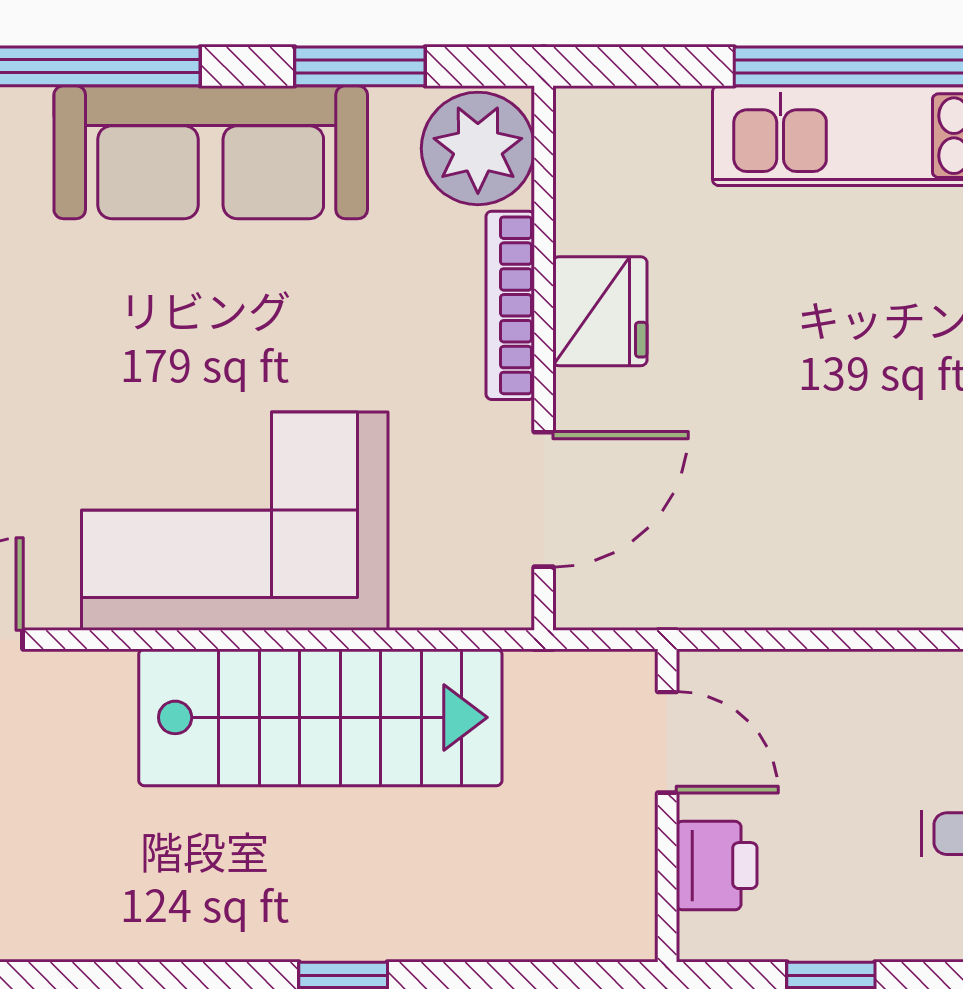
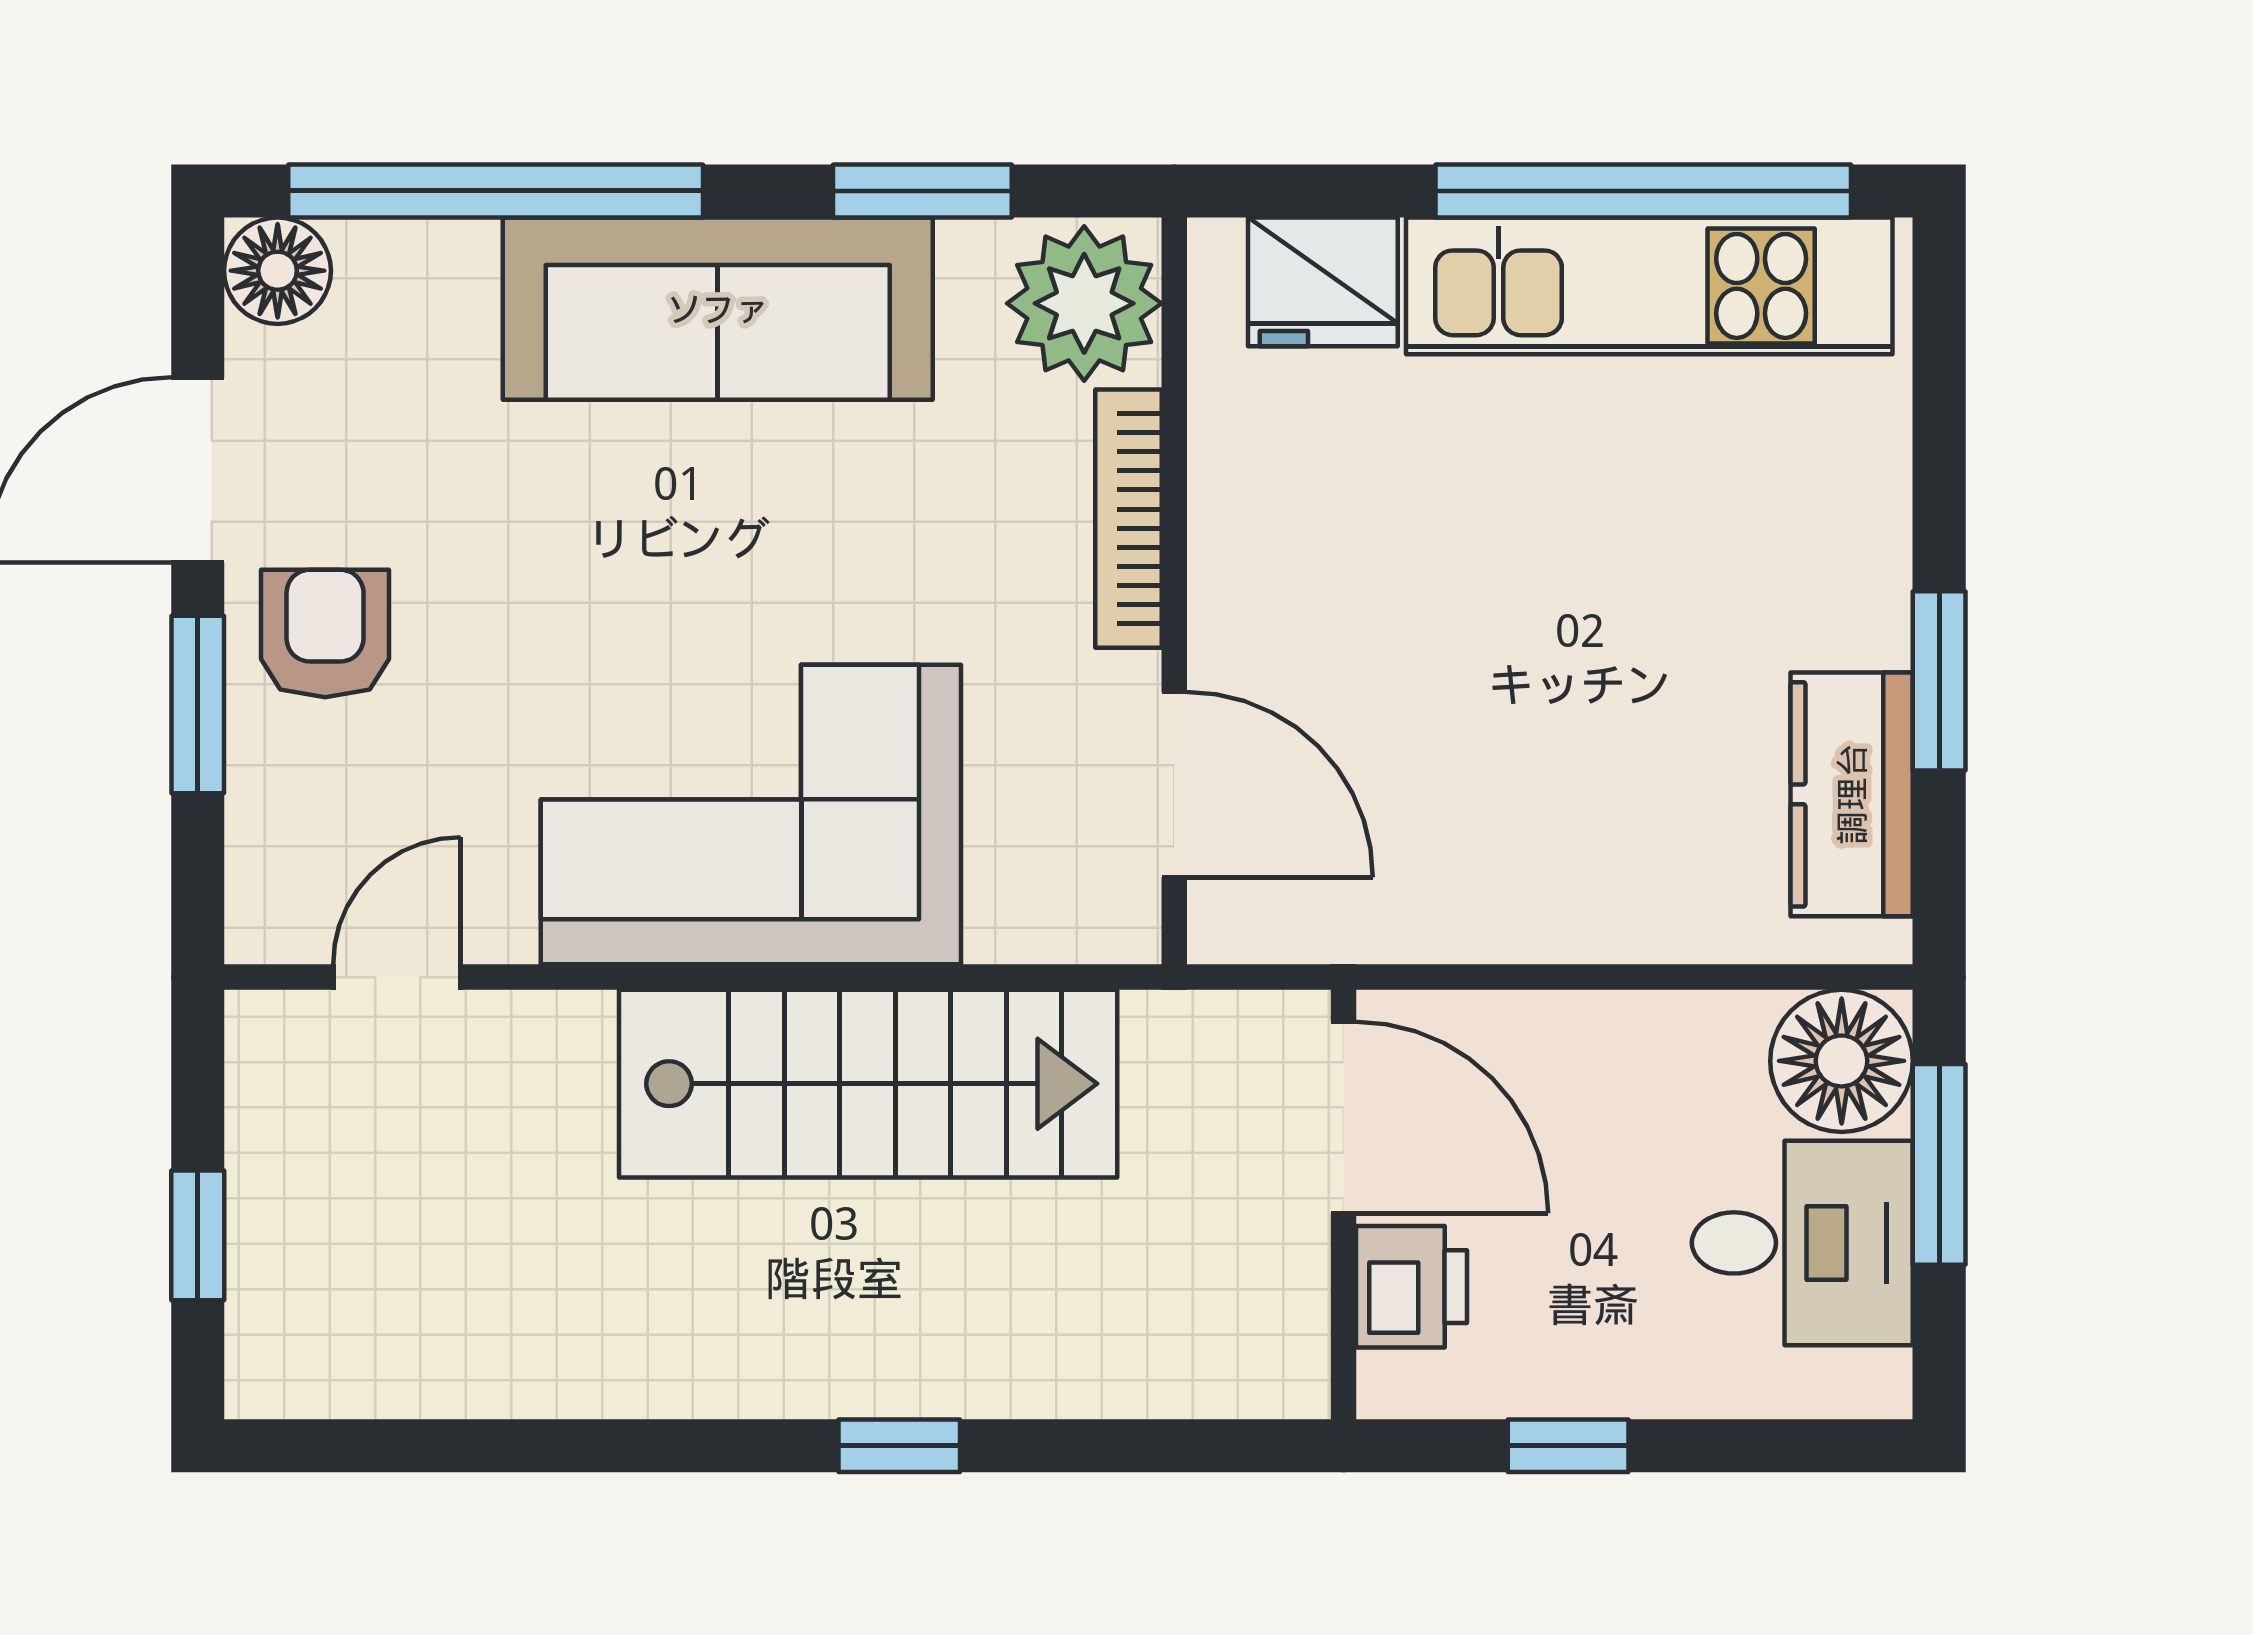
fridge: (600, 311) -> (1323, 282), moved, turned 90
door: (544, 499) -> (1174, 785), hinge flipped
door: (667, 742) -> (1344, 1118), width x1.38

